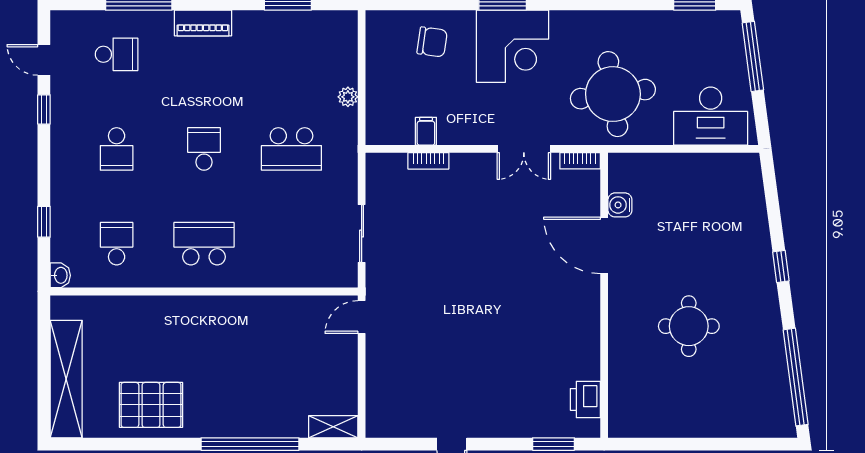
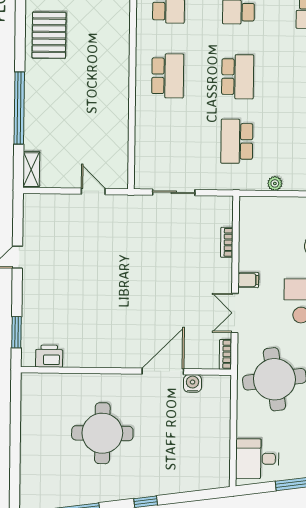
desk: (711, 116) -> (257, 459), width x0.73
filing cabinet: (426, 131) -> (248, 280), moved
school desk: (204, 149) -> (238, 77), width x1.85
door: (362, 317) -> (93, 191), moved
round table: (689, 326) -> (102, 433), width x1.36, depth x1.36

